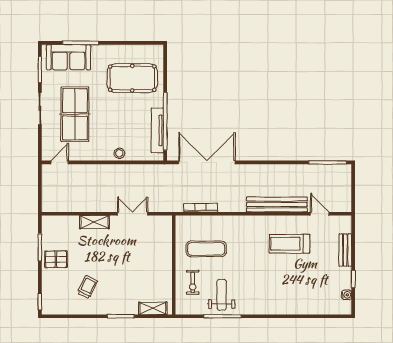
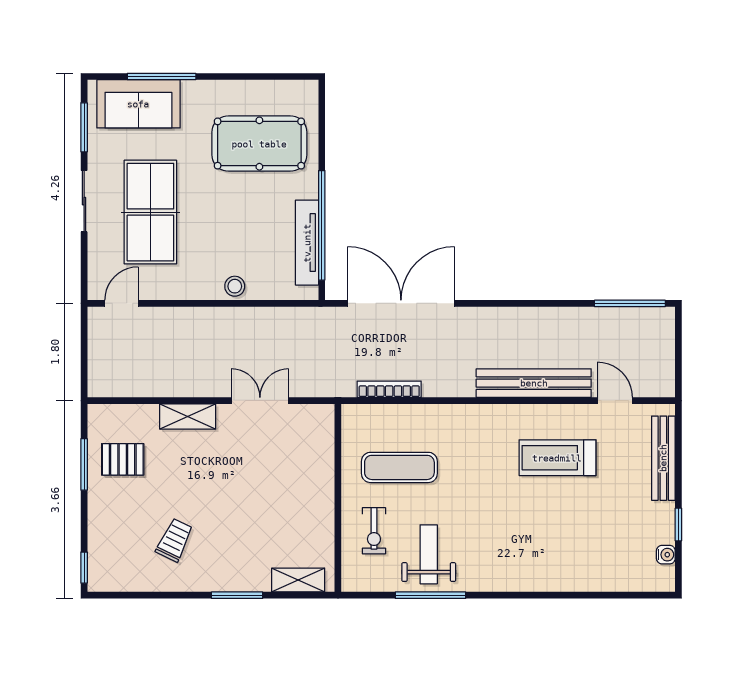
bench: (345, 250) -> (663, 458), width x1.36
pallet: (56, 259) -> (123, 459), moved

